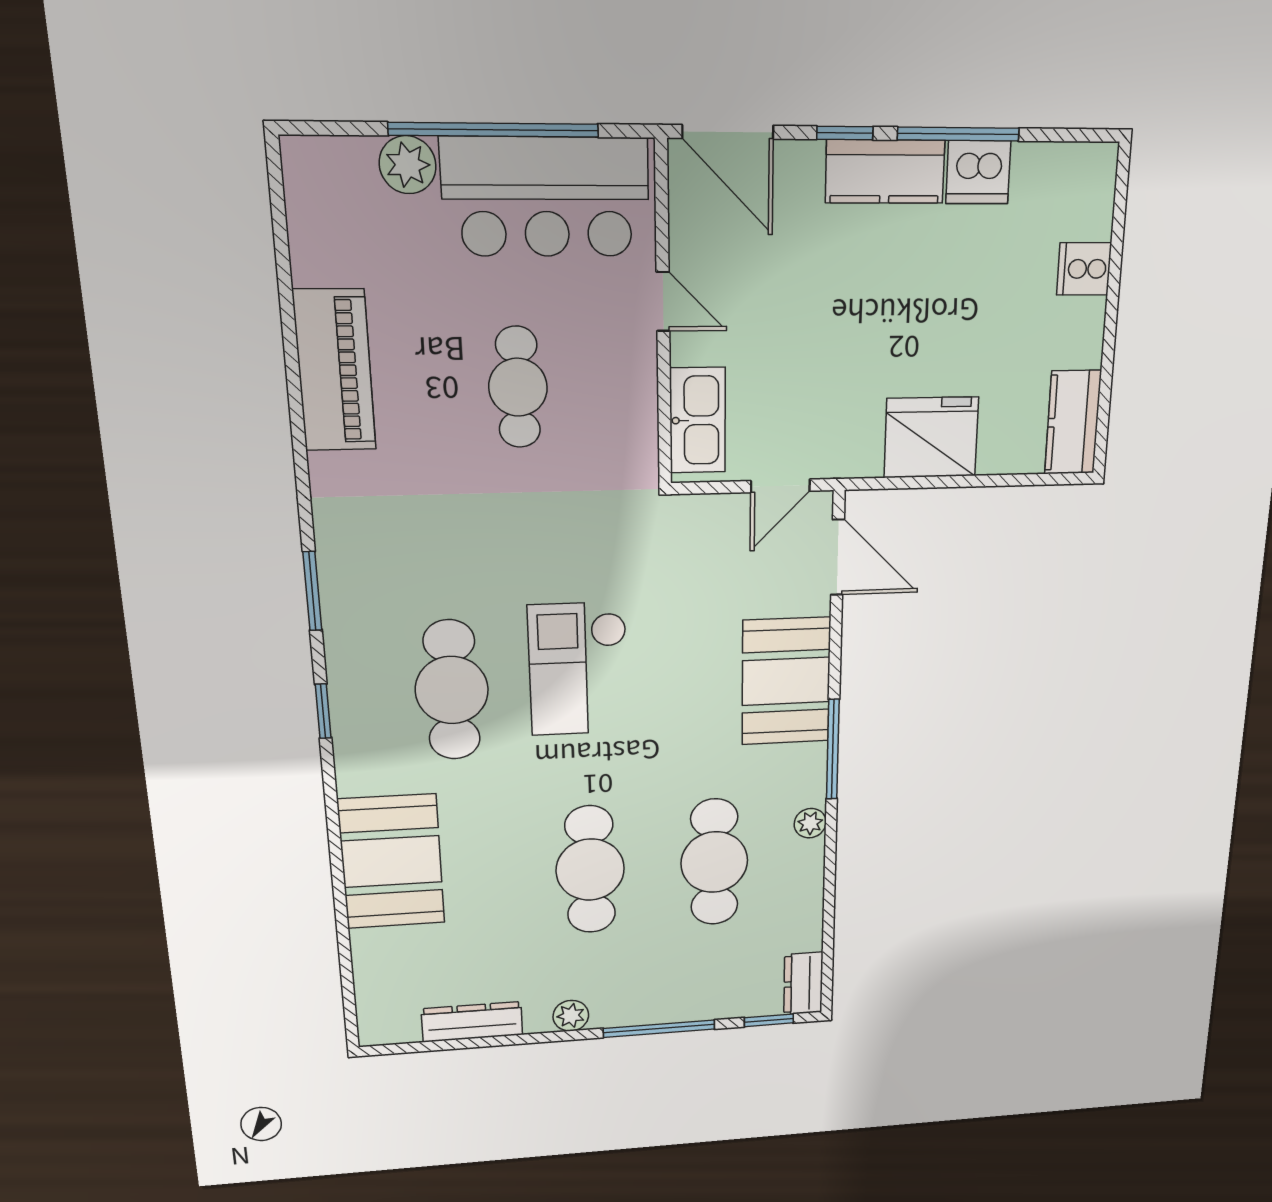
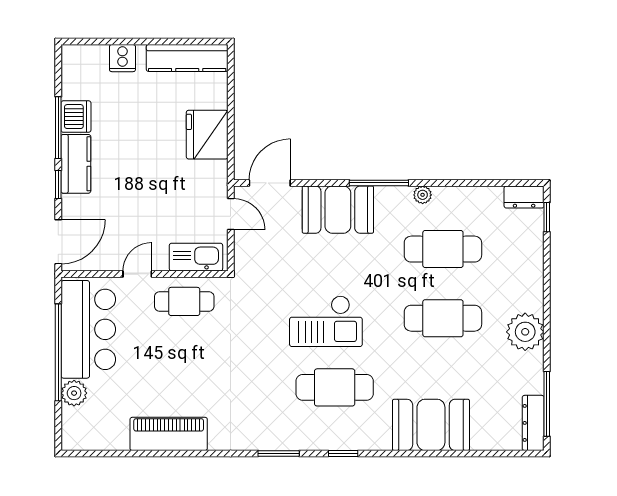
cafe table: (518, 387) -> (184, 301), moved
kitchen counter: (1073, 422) -> (187, 58), width x1.50
plant: (571, 1016) -> (525, 332), width x1.87, depth x1.87
dresser: (472, 1022) -> (533, 423), moved
window: (659, 1029) -> (547, 404), moved

